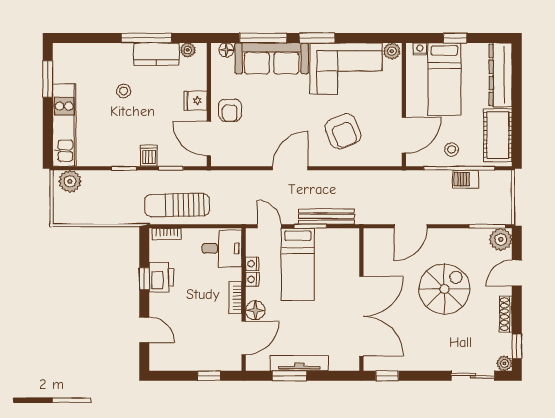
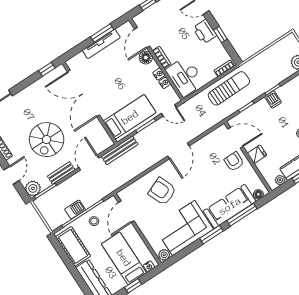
dishwasher: (149, 156) -> (273, 100), moved
bench: (326, 216) -> (120, 150), moved
bench: (453, 236) -> (61, 173), added
desk: (222, 248) -> (185, 76), width x1.37
bed: (298, 264) -> (130, 117), moved, turned 90
printer: (161, 277) -> (205, 32), moved

